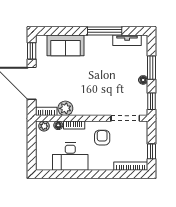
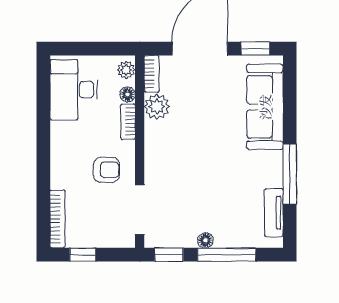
sofa: (66, 45) -> (265, 107), width x1.36
window: (152, 68) -> (227, 255), width x1.44
desk: (70, 157) -> (74, 90), moved

